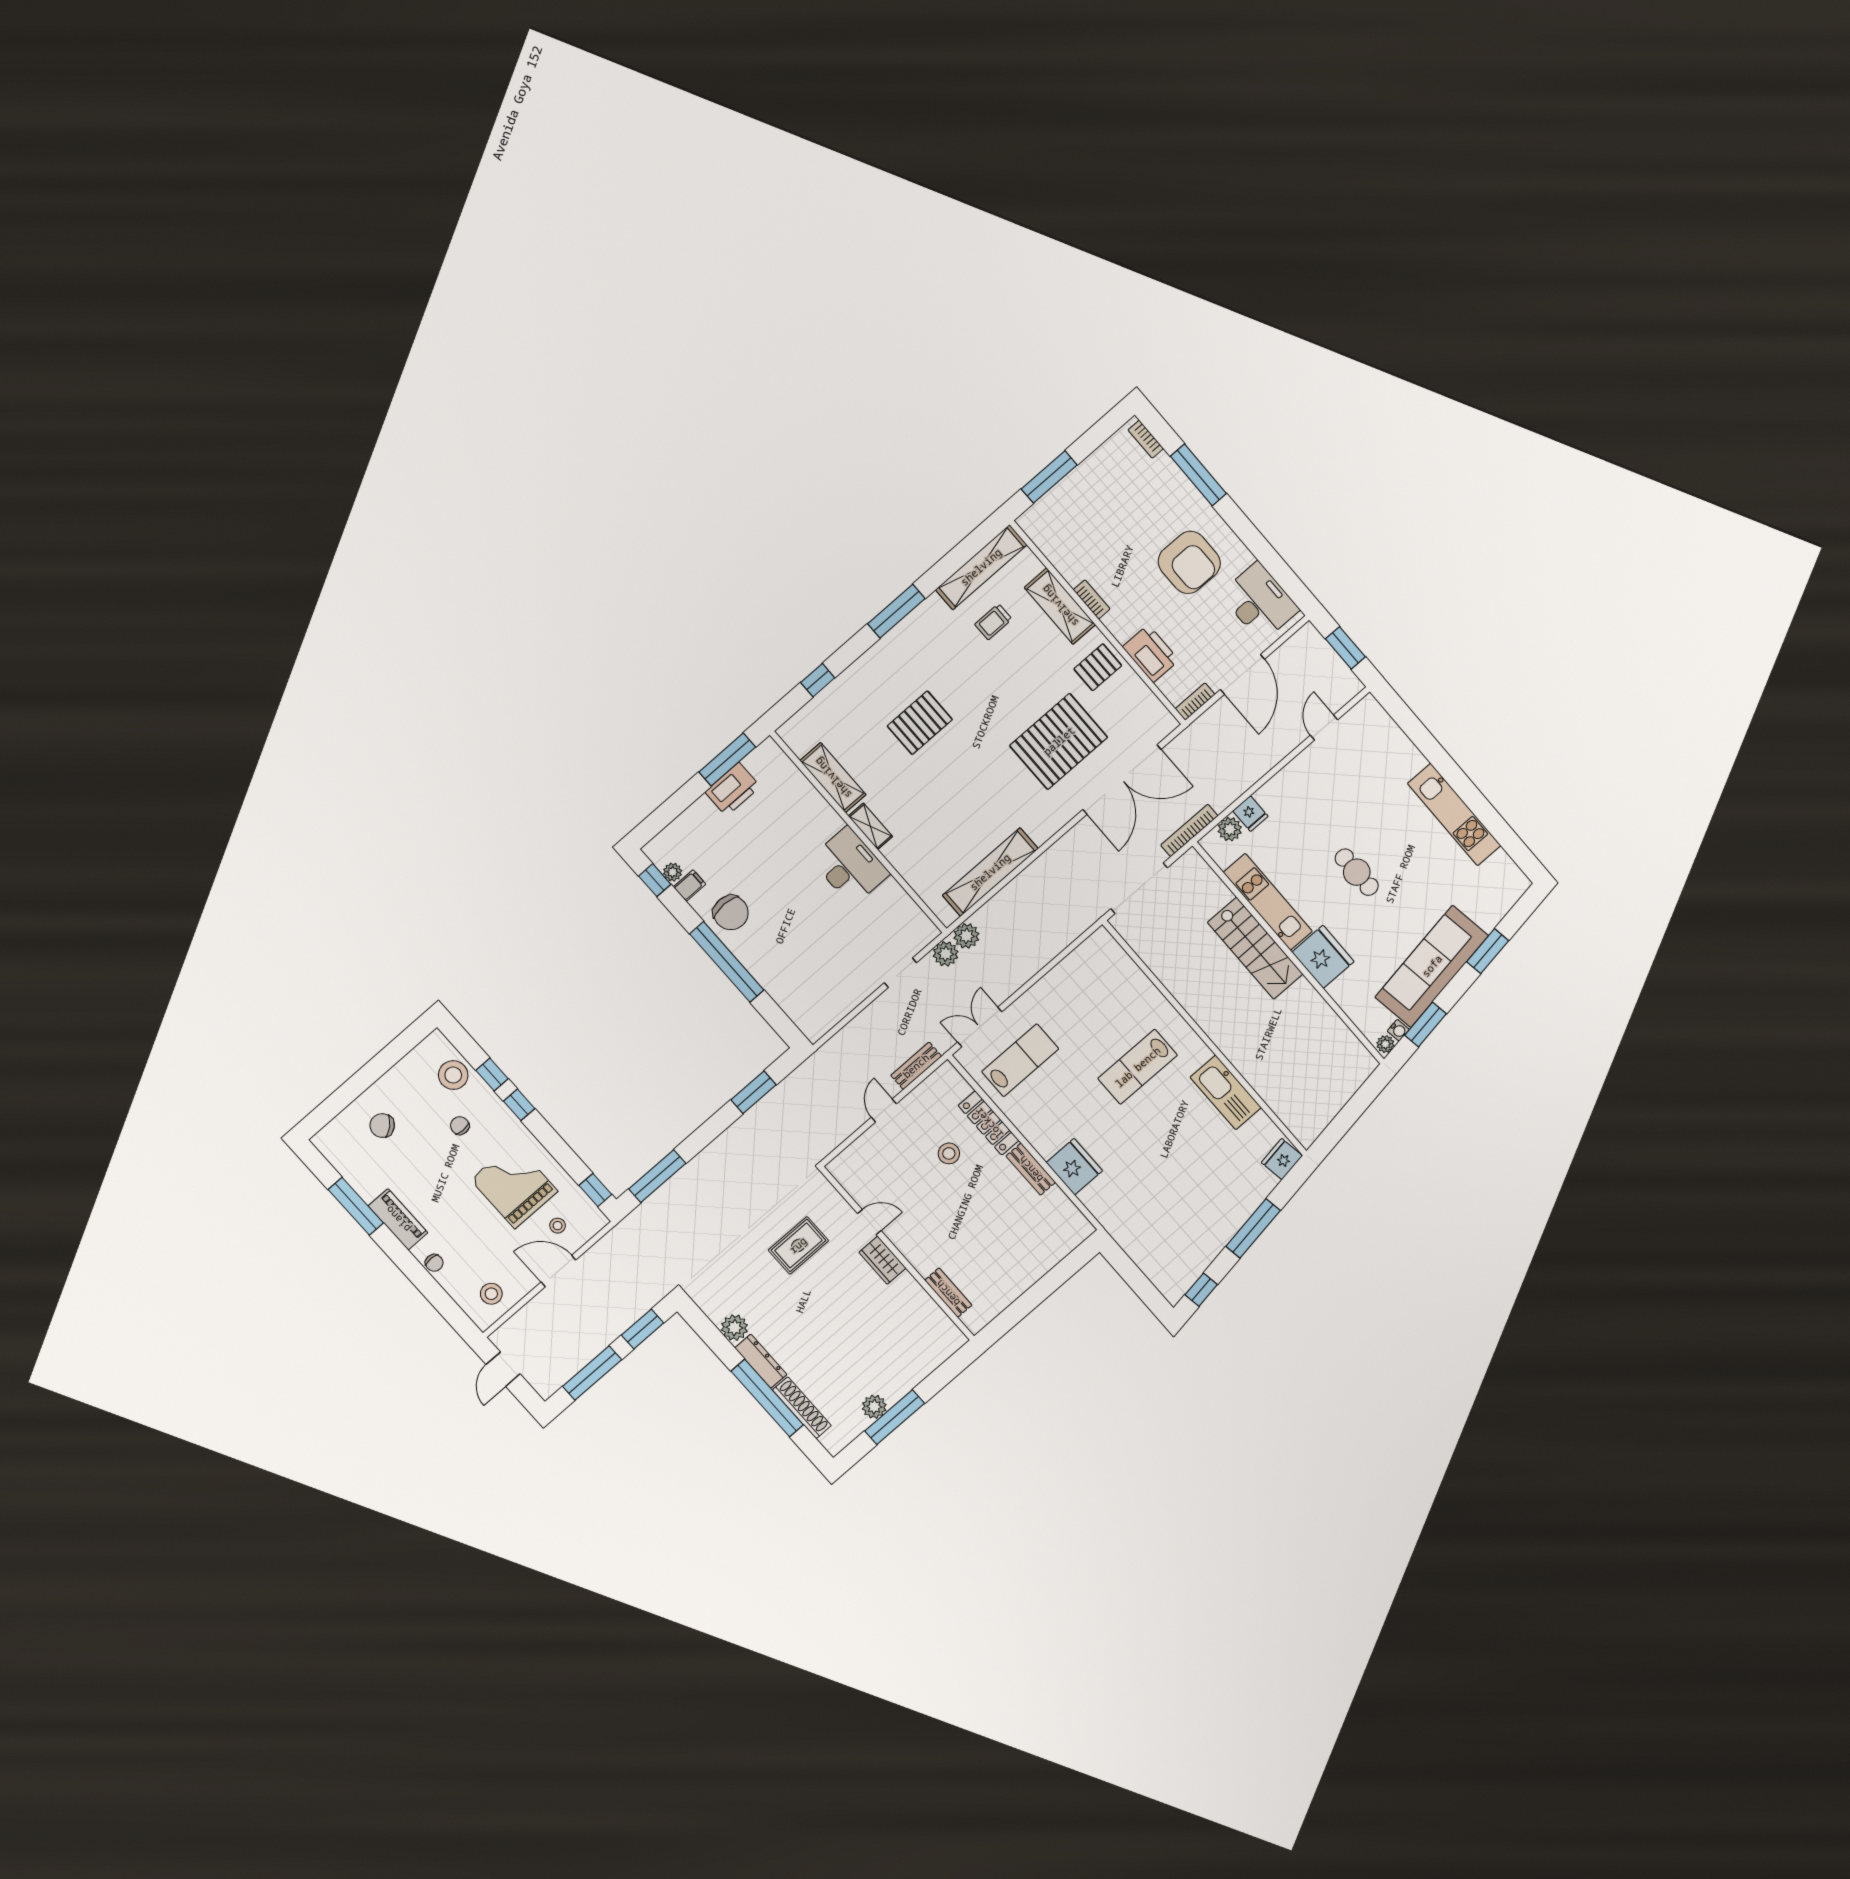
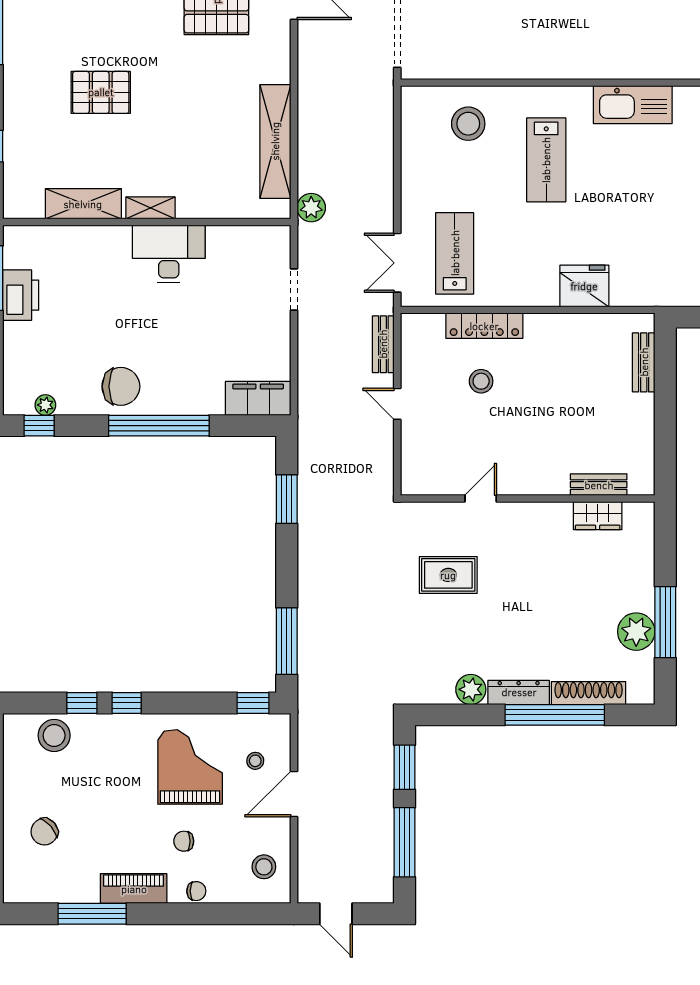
pallet: (920, 723) -> (101, 92), turned 90
filing cabinet: (690, 885) -> (258, 398), moved, width x3.00, depth x1.17
plant: (946, 954) -> (311, 238), removed
stool: (1116, 993) -> (468, 124), added
chair: (460, 1126) -> (184, 841), moved
bench: (1031, 1169) -> (644, 362), moved, turned 90
grand piano: (514, 1185) -> (190, 767), turned 90
rug: (798, 1245) -> (448, 575), turned 90
wardrobe: (882, 1260) -> (598, 516), moved
plant: (874, 1407) -> (636, 632), width x1.36, depth x1.36

